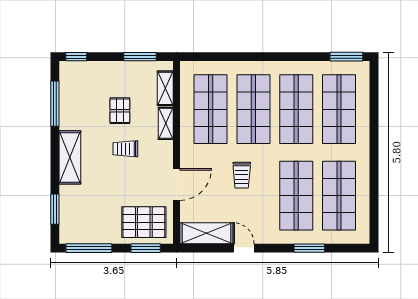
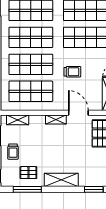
pallet: (120, 111) -> (28, 173), moved
shelving: (166, 123) -> (56, 120), moved
trolley: (125, 149) -> (13, 152), moved

